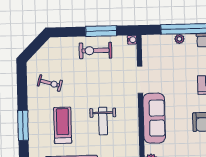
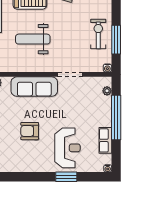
plant: (179, 39) -> (107, 91), moved
weight bench: (103, 121) -> (33, 39), width x1.36, depth x1.33

